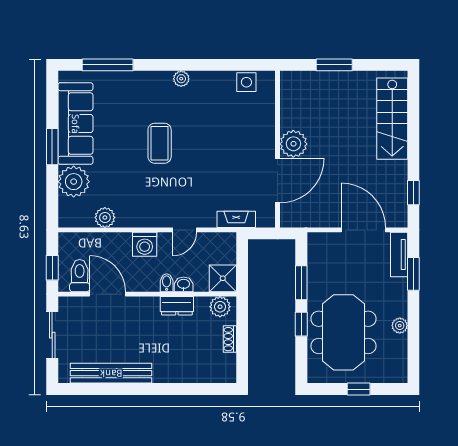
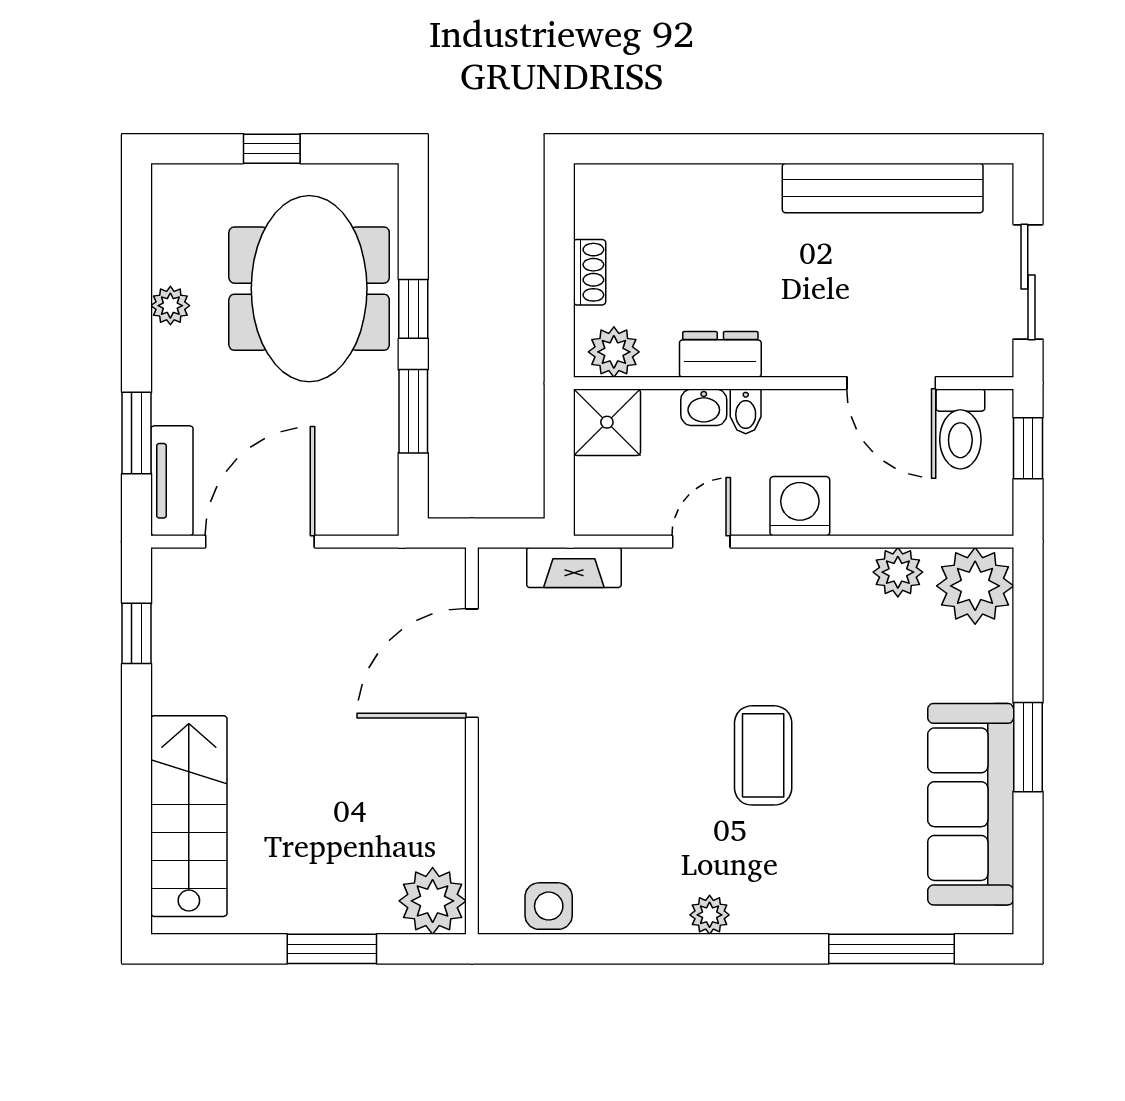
plant: (293, 144) -> (433, 901), moved
plant: (74, 182) -> (975, 586), moved
door: (363, 230) -> (260, 542), swing flipped

